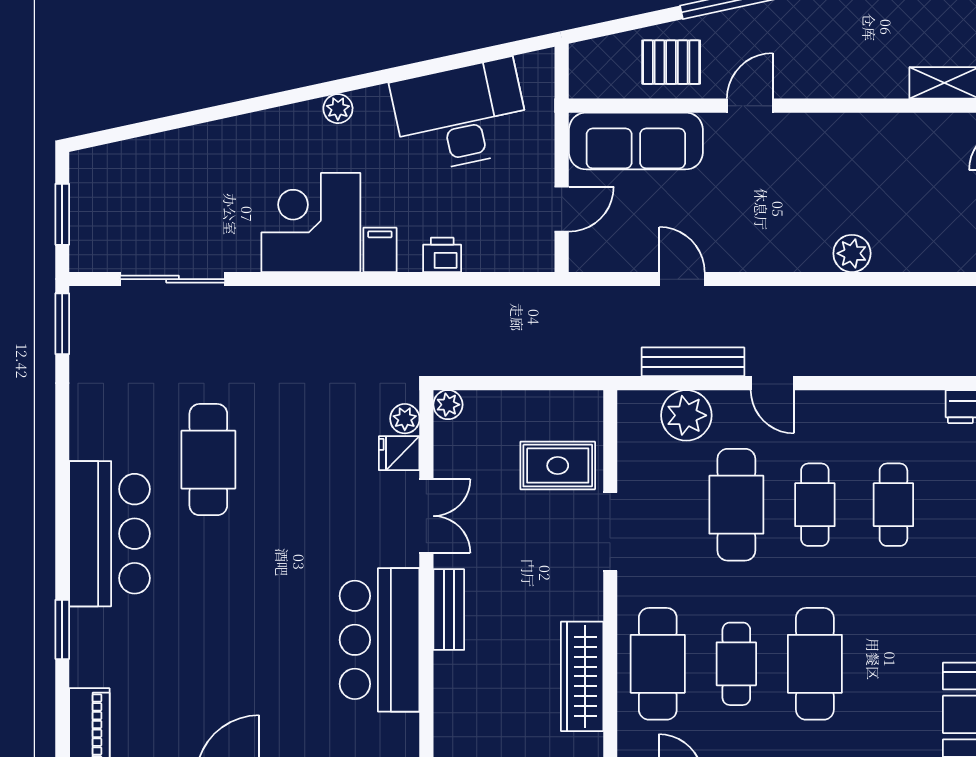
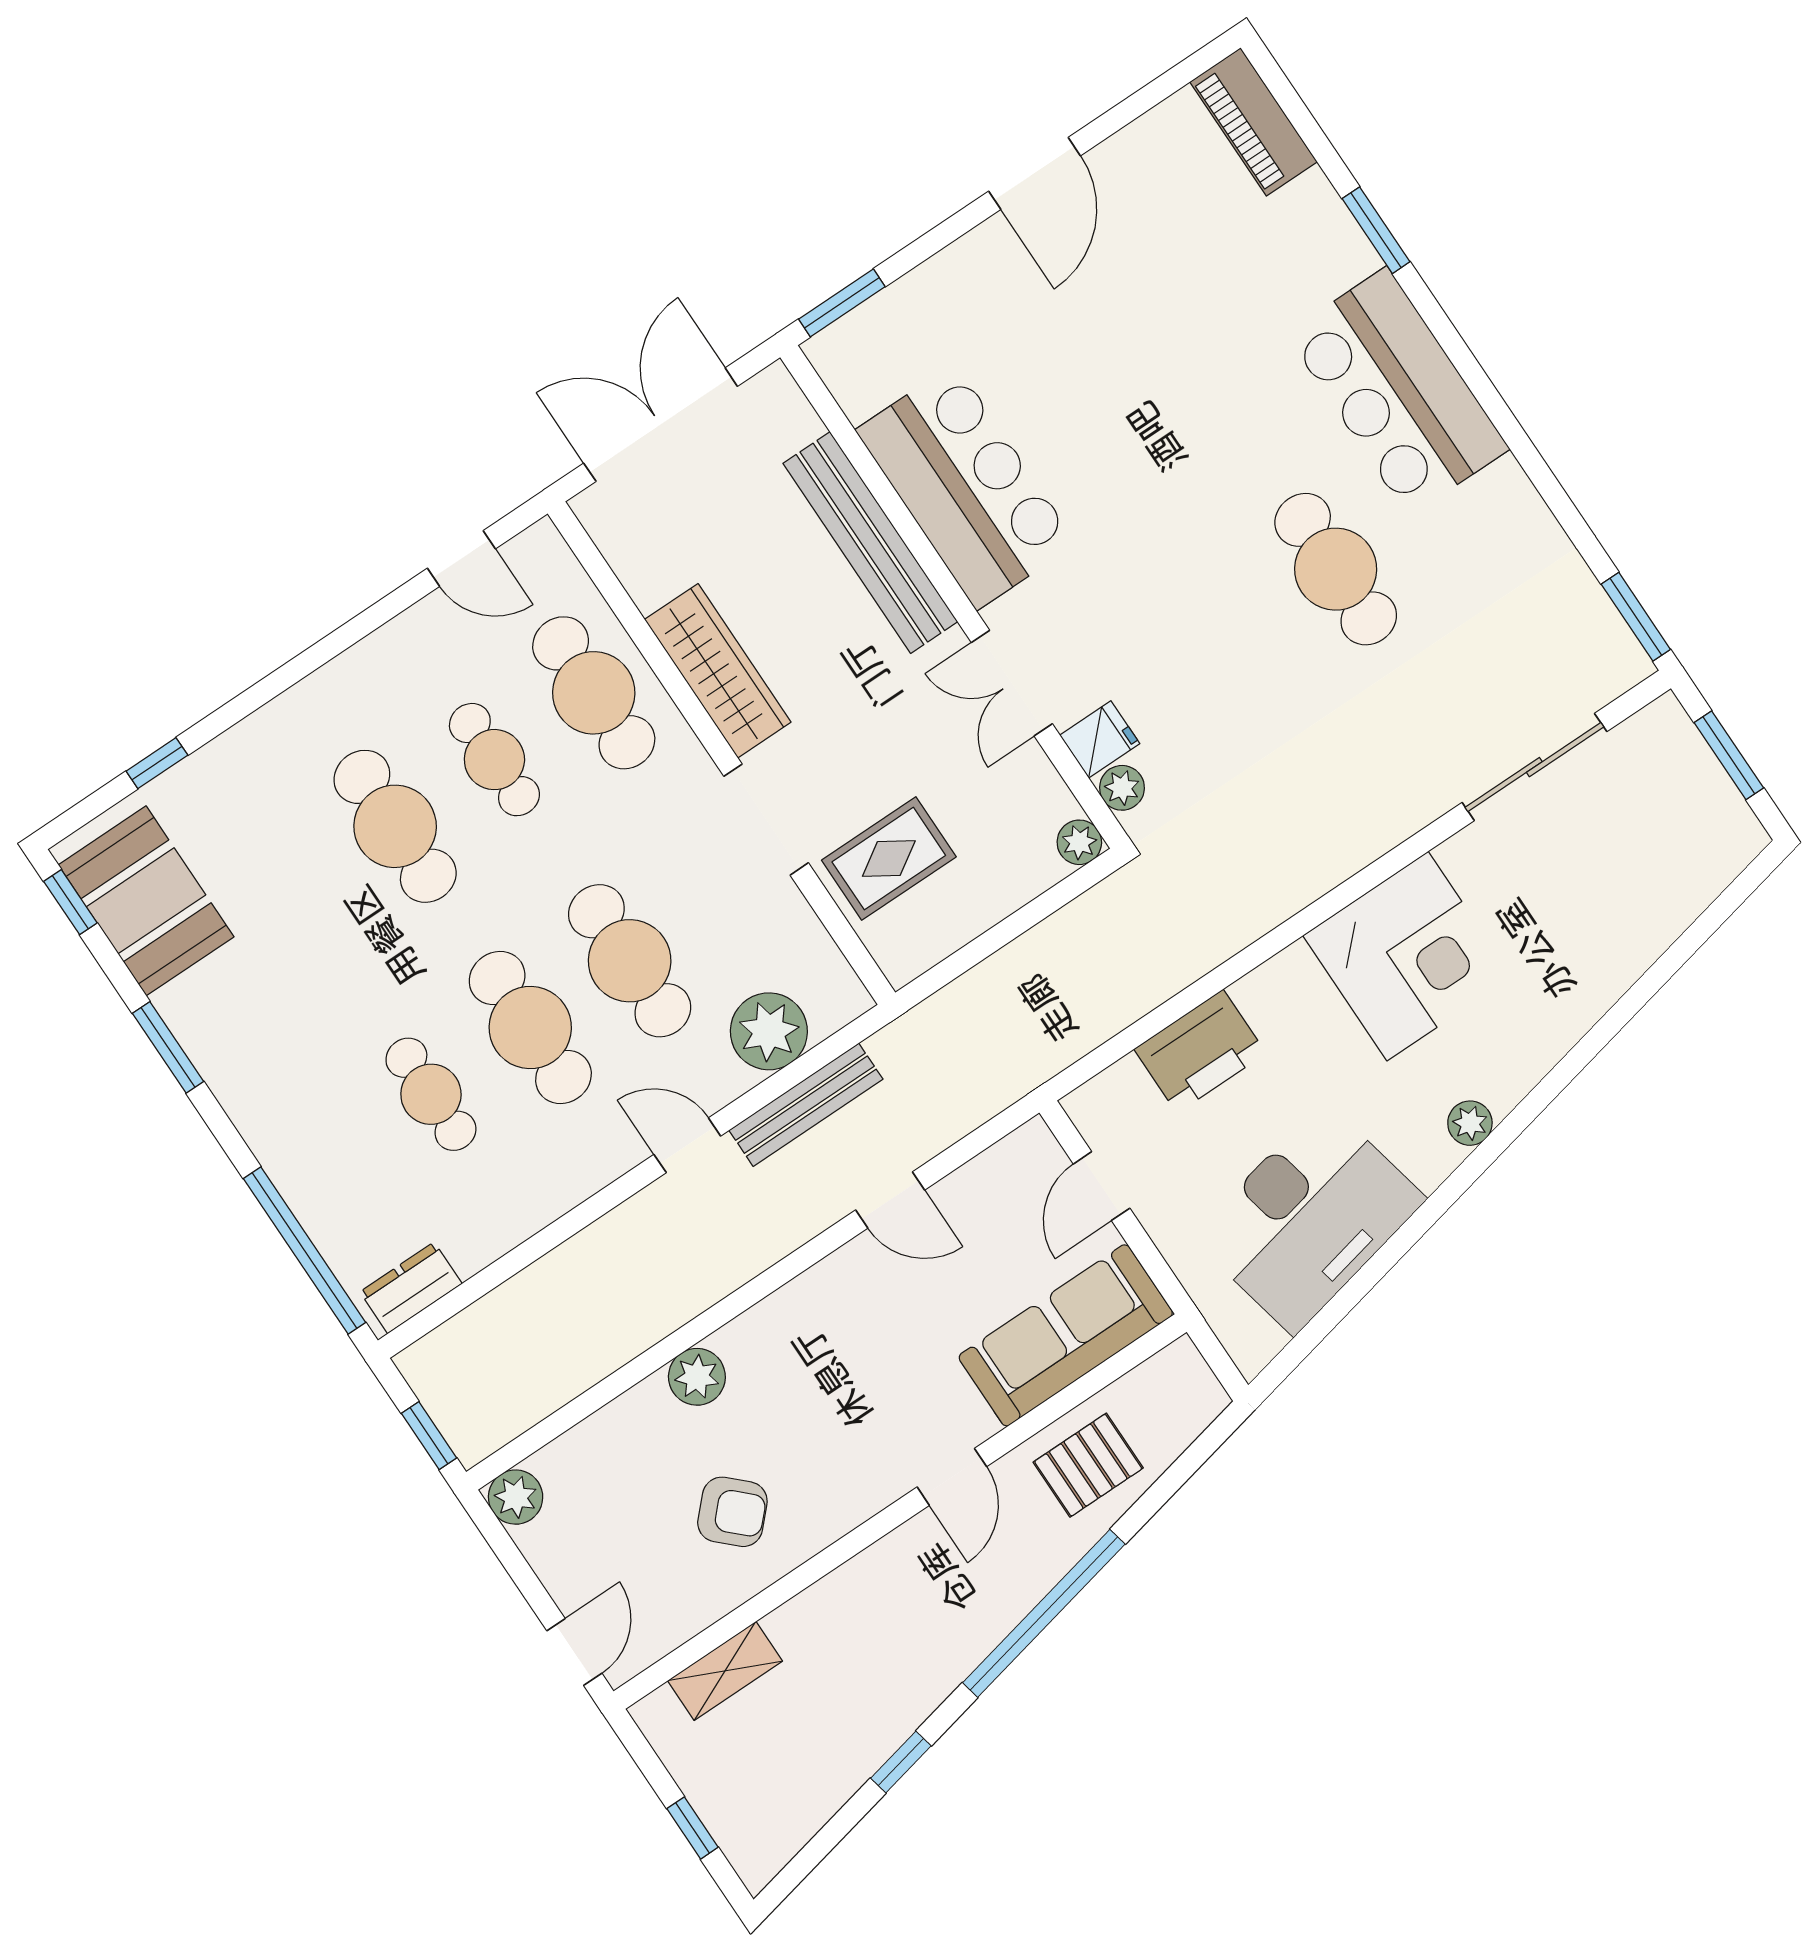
armchair: (882, 167) -> (732, 1512), added
filing cabinet: (380, 250) -> (1297, 980), removed
printer: (442, 255) -> (1200, 1051), width x1.87, depth x1.48
cafe table: (815, 505) -> (530, 1028), width x1.37, depth x1.35
bench: (449, 610) -> (870, 543), width x1.86, depth x1.21
wardrobe: (582, 676) -> (718, 671), moved

